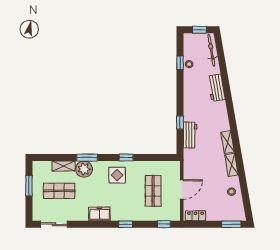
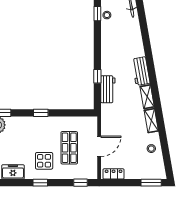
workbench: (216, 88) -> (141, 71), moved
display table: (117, 175) -> (44, 161), moved

